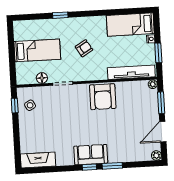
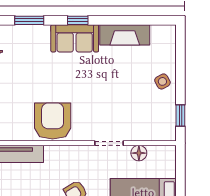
side table: (30, 105) -> (162, 81), moved
fireplace: (38, 160) -> (125, 35), moved
window: (112, 166) -> (29, 20), moved

